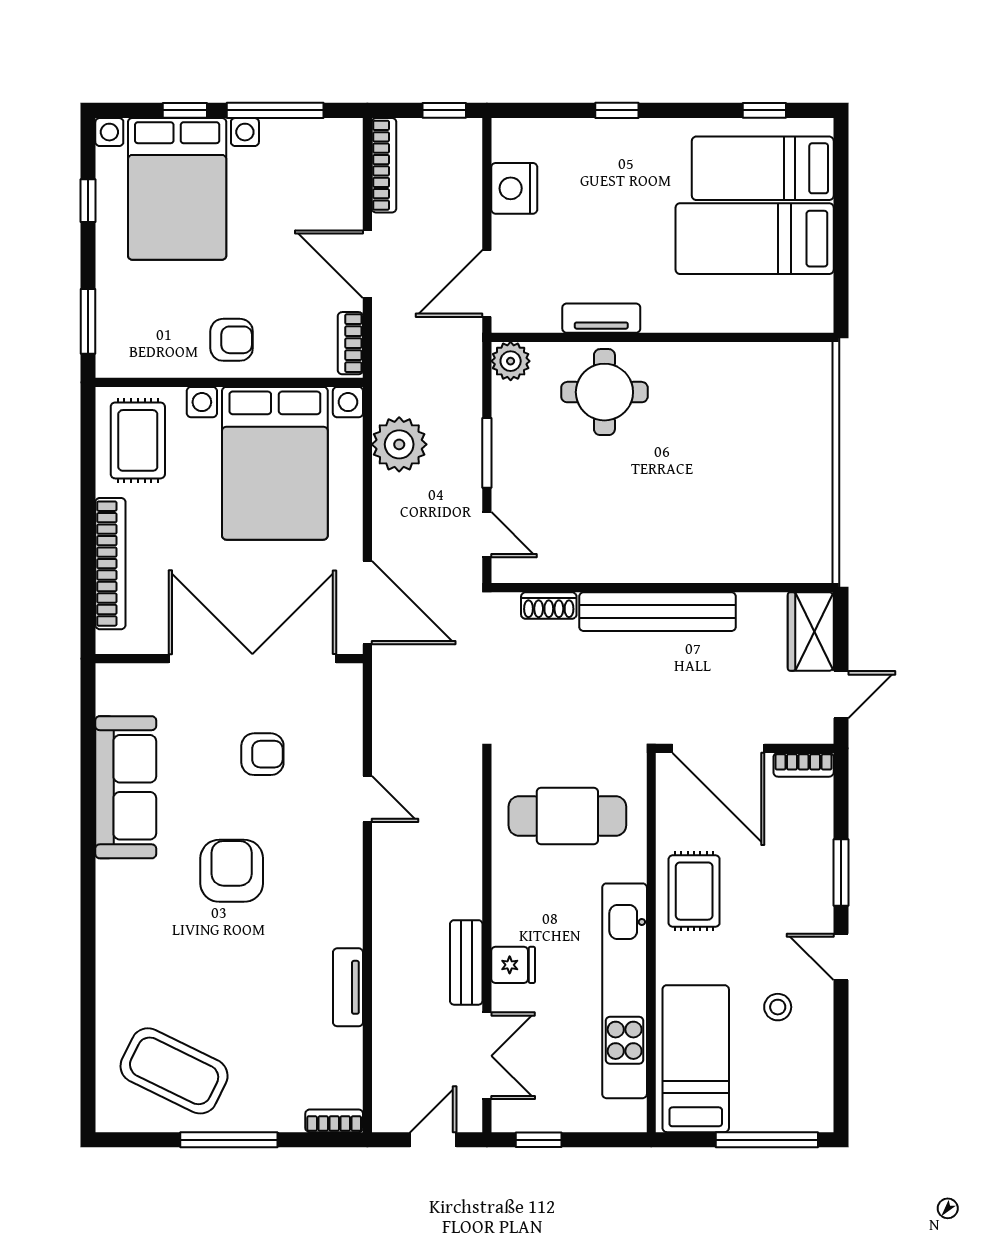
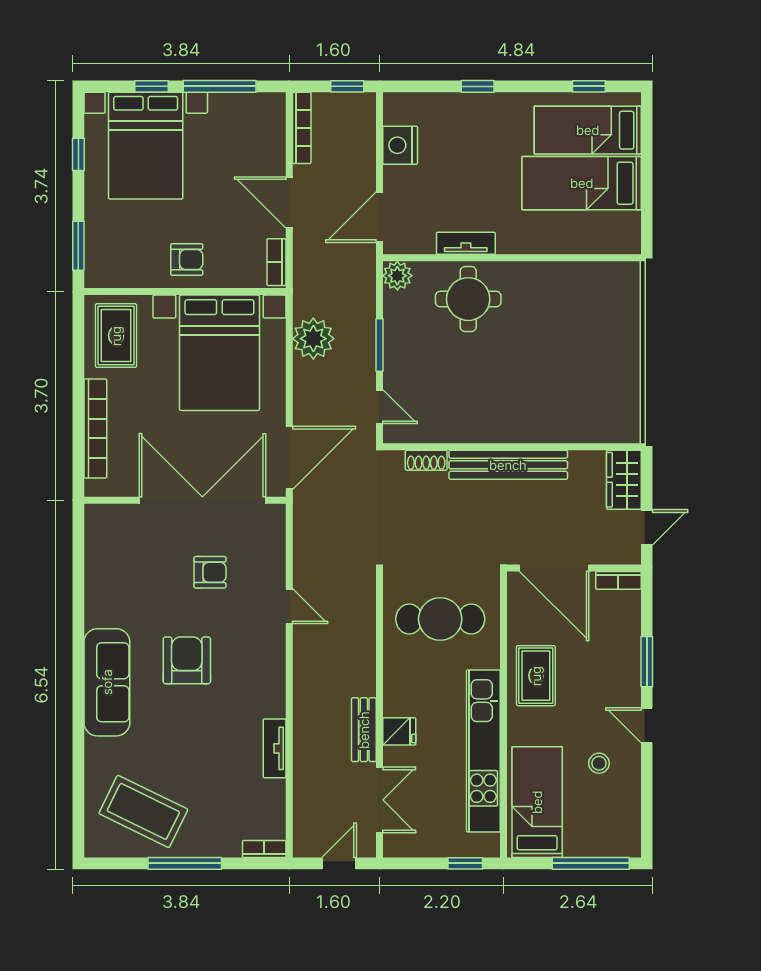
door: (367, 603) -> (289, 458), hinge flipped
sofa: (126, 787) -> (107, 682), moved
window: (539, 1140) -> (465, 863), moved

